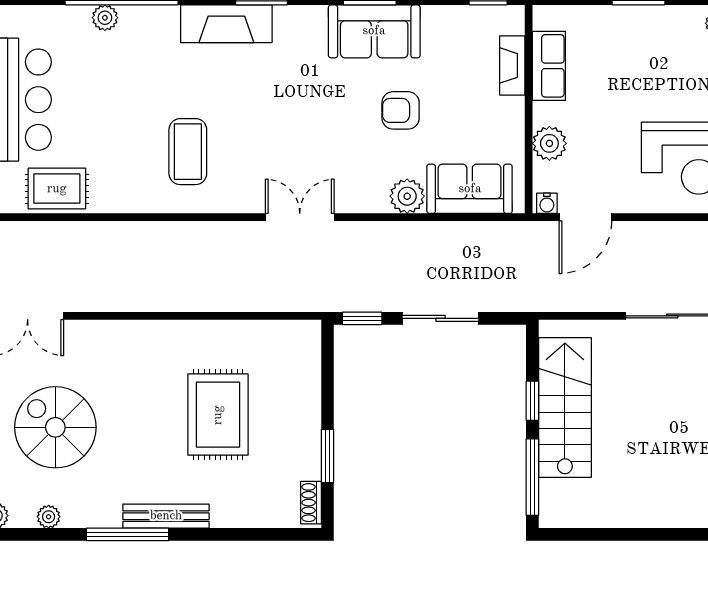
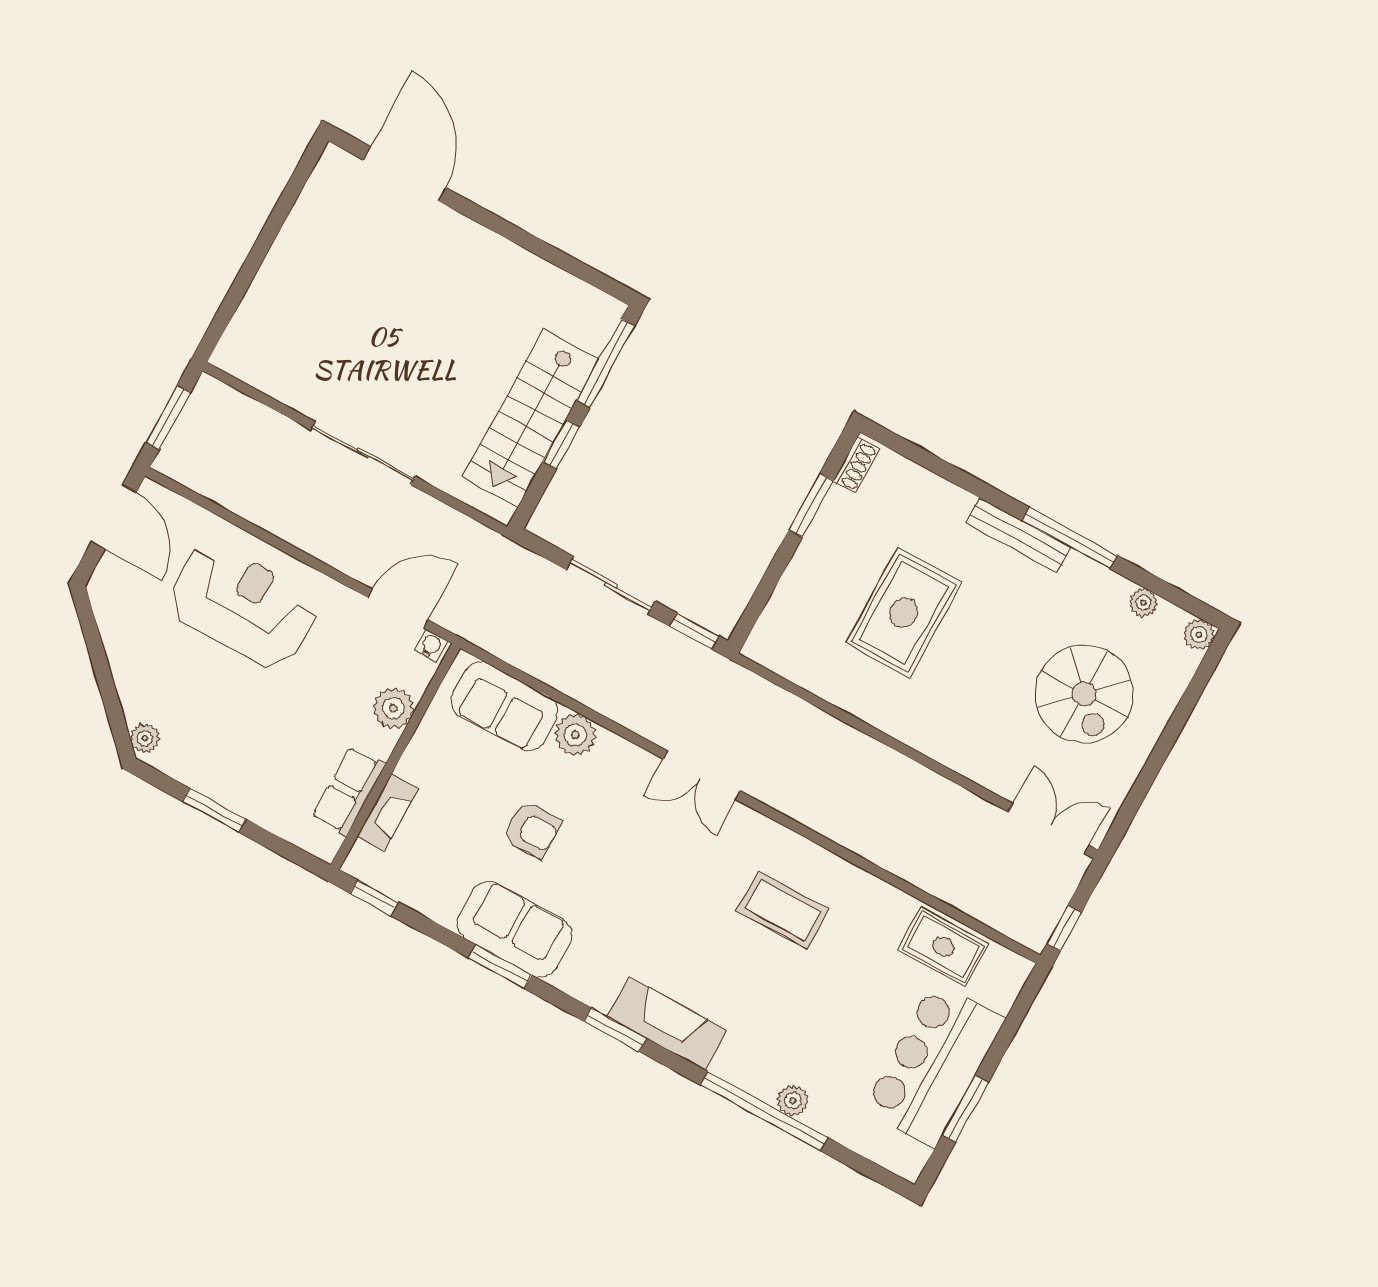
coffee table: (188, 152) -> (783, 910), turned 90

